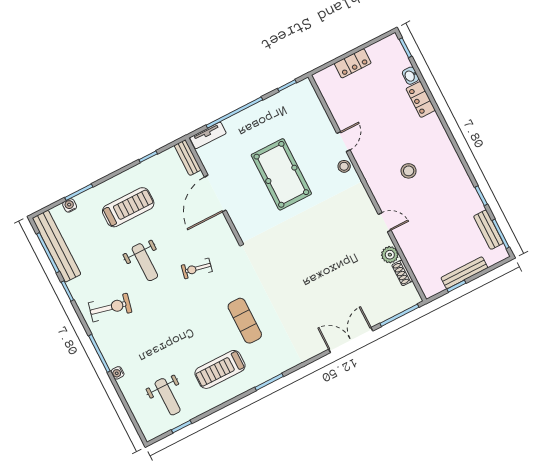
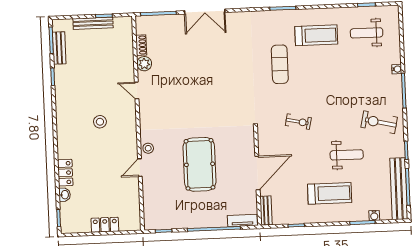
treadmill: (128, 207) -> (330, 193), turned 180
weight bench: (145, 262) -> (347, 155), moved, turned 90
weight bench: (168, 397) -> (367, 33), turned -90

